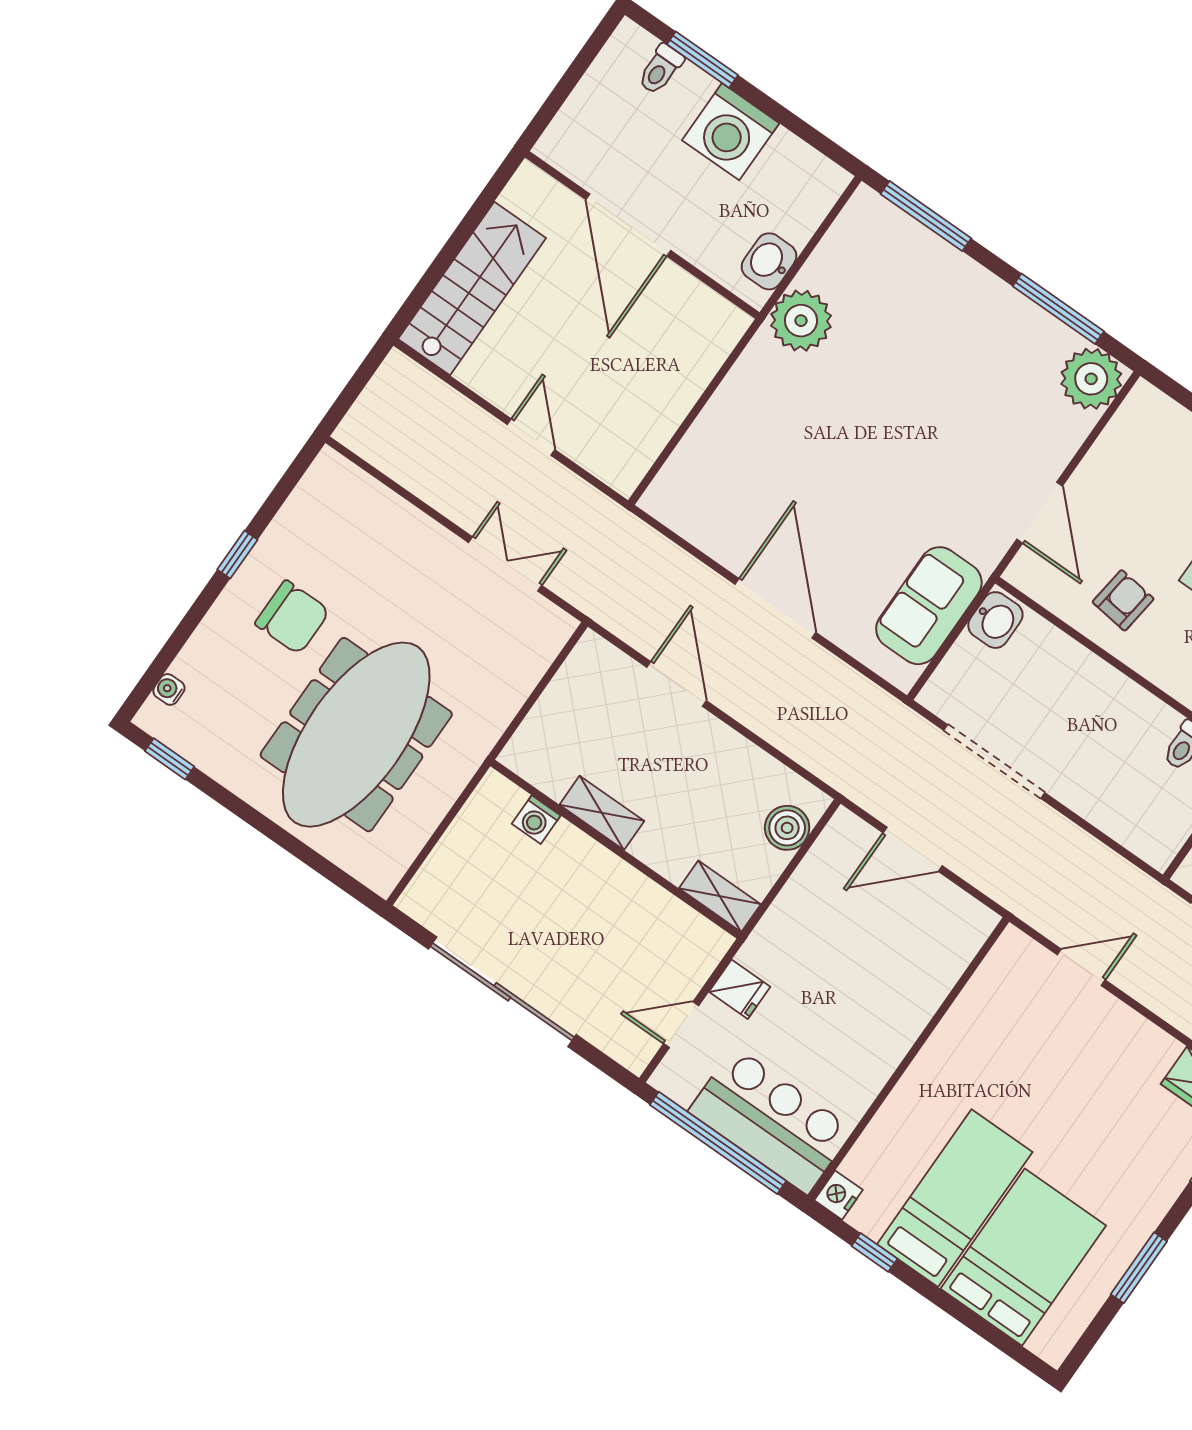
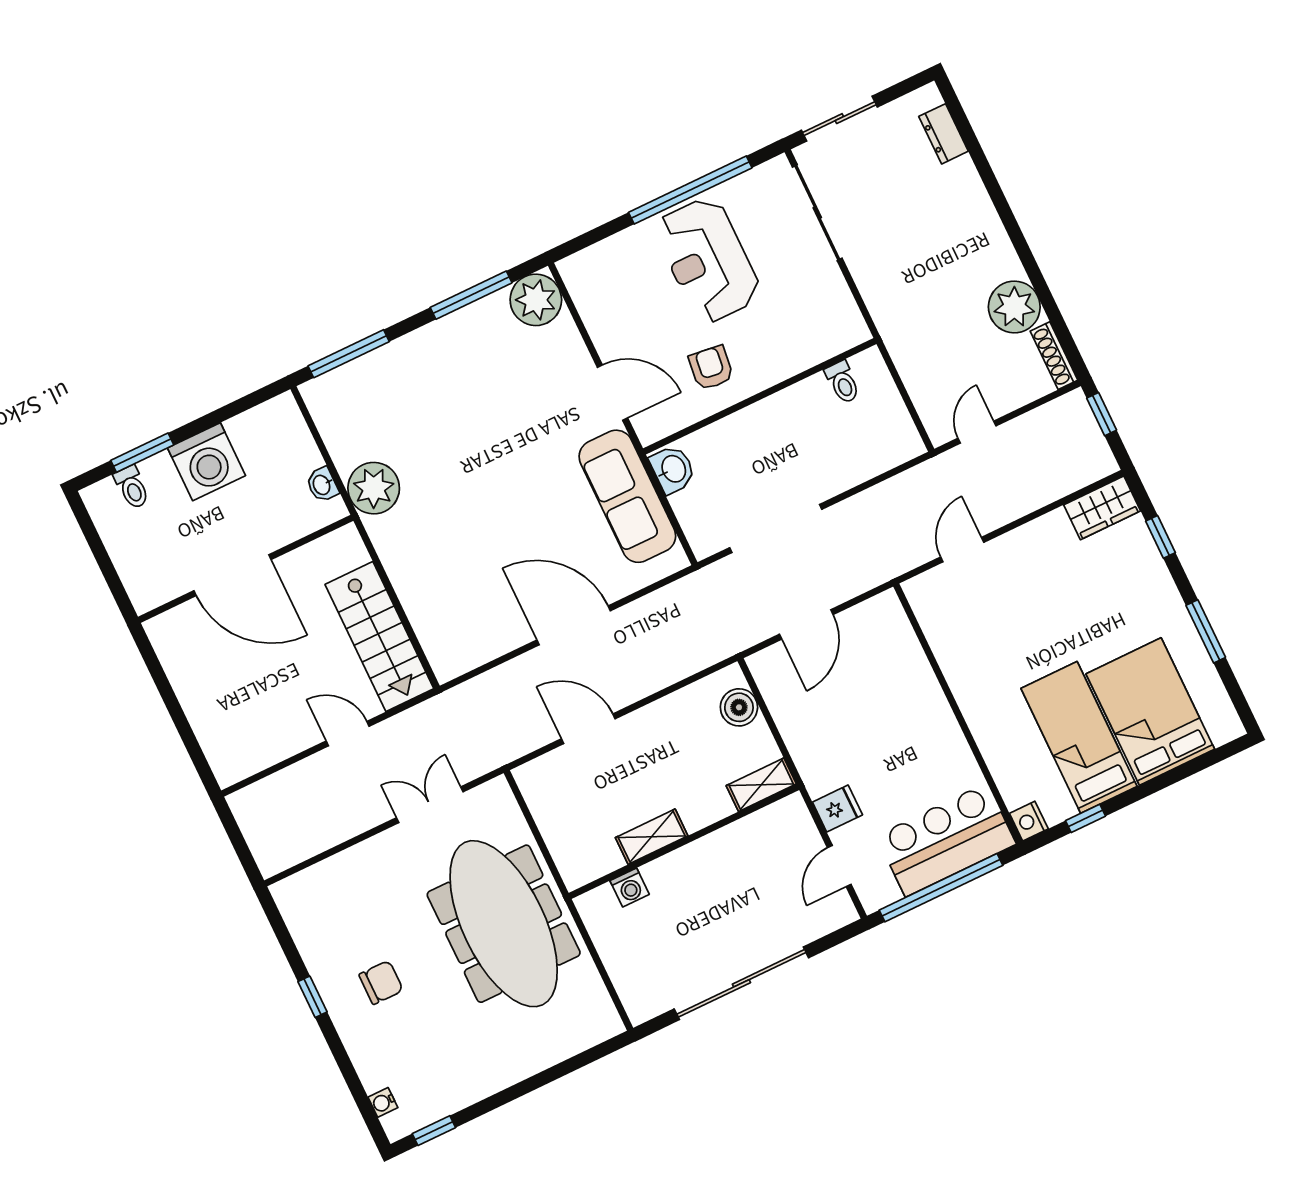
washbasin: (769, 261) -> (322, 485), width x0.72, depth x0.69
stairs: (472, 288) -> (379, 637), moved, turned 180
sofa: (929, 606) -> (627, 496), width x1.36
chair: (292, 617) -> (381, 982), width x0.73, depth x0.73
meeting table: (356, 735) -> (504, 924), moved

